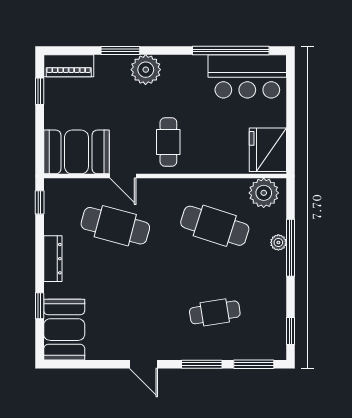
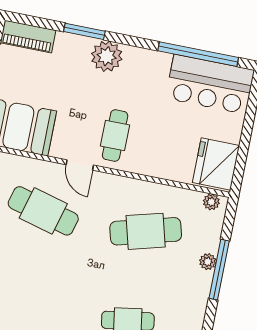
door: (123, 176) -> (80, 165), moved
plant: (264, 193) -> (211, 202), width x0.53, depth x0.53
cafe table: (215, 226) -> (146, 231), turned -33

